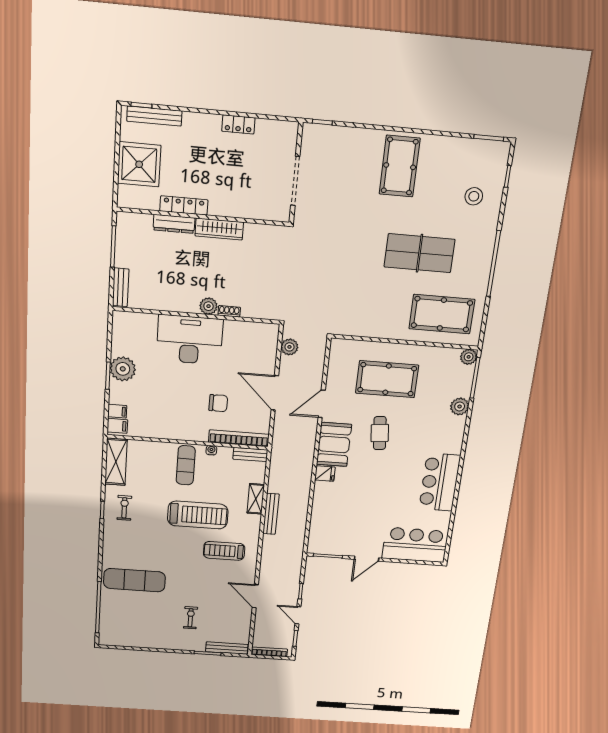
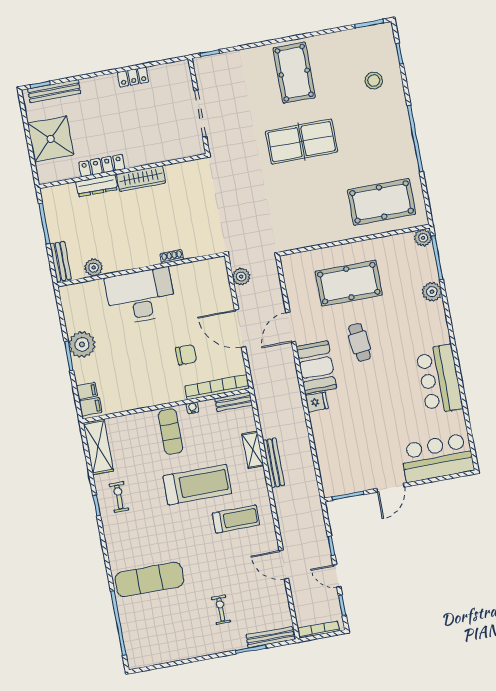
table tennis table: (419, 253) -> (302, 142), moved
plant: (208, 306) -> (94, 267), moved
treadmill: (224, 551) -> (236, 519), turned 180

